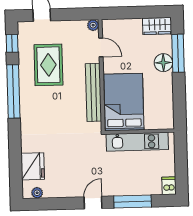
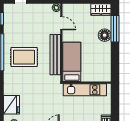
rug: (48, 65) -> (24, 57), moved, turned 90
bed: (124, 102) -> (72, 62), width x0.67

